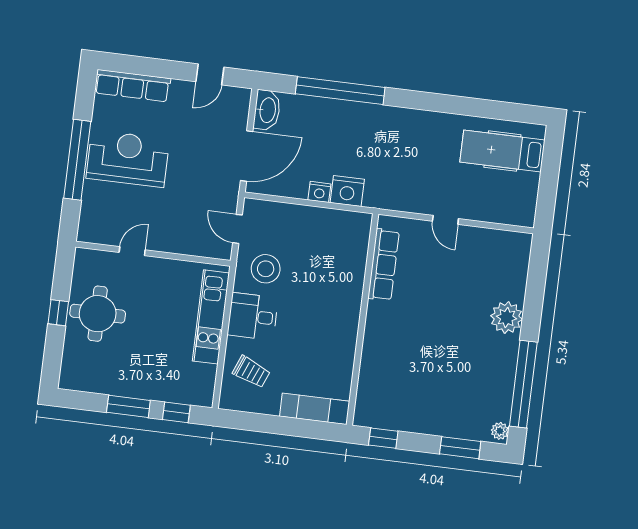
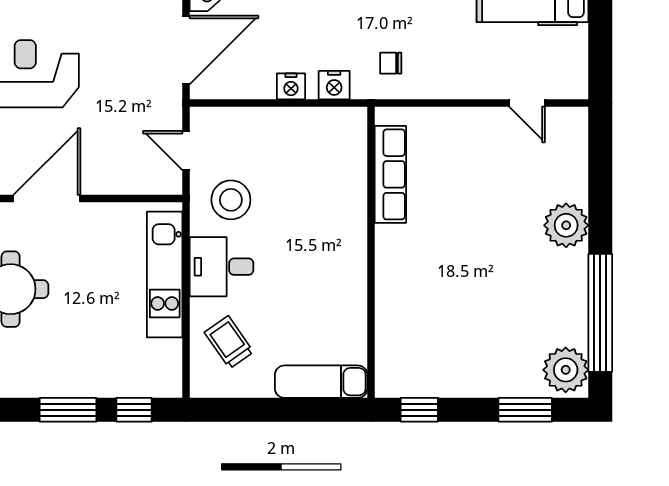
chair: (394, 184) -> (391, 63), added
nightstand: (347, 191) -> (334, 85), width x0.74, depth x0.75
door: (445, 220) -> (527, 103), moved
door: (132, 251) -> (47, 199), width x1.87
trolley: (251, 372) -> (229, 342), turned -147
plant: (500, 431) -> (566, 370), width x1.88, depth x1.88

